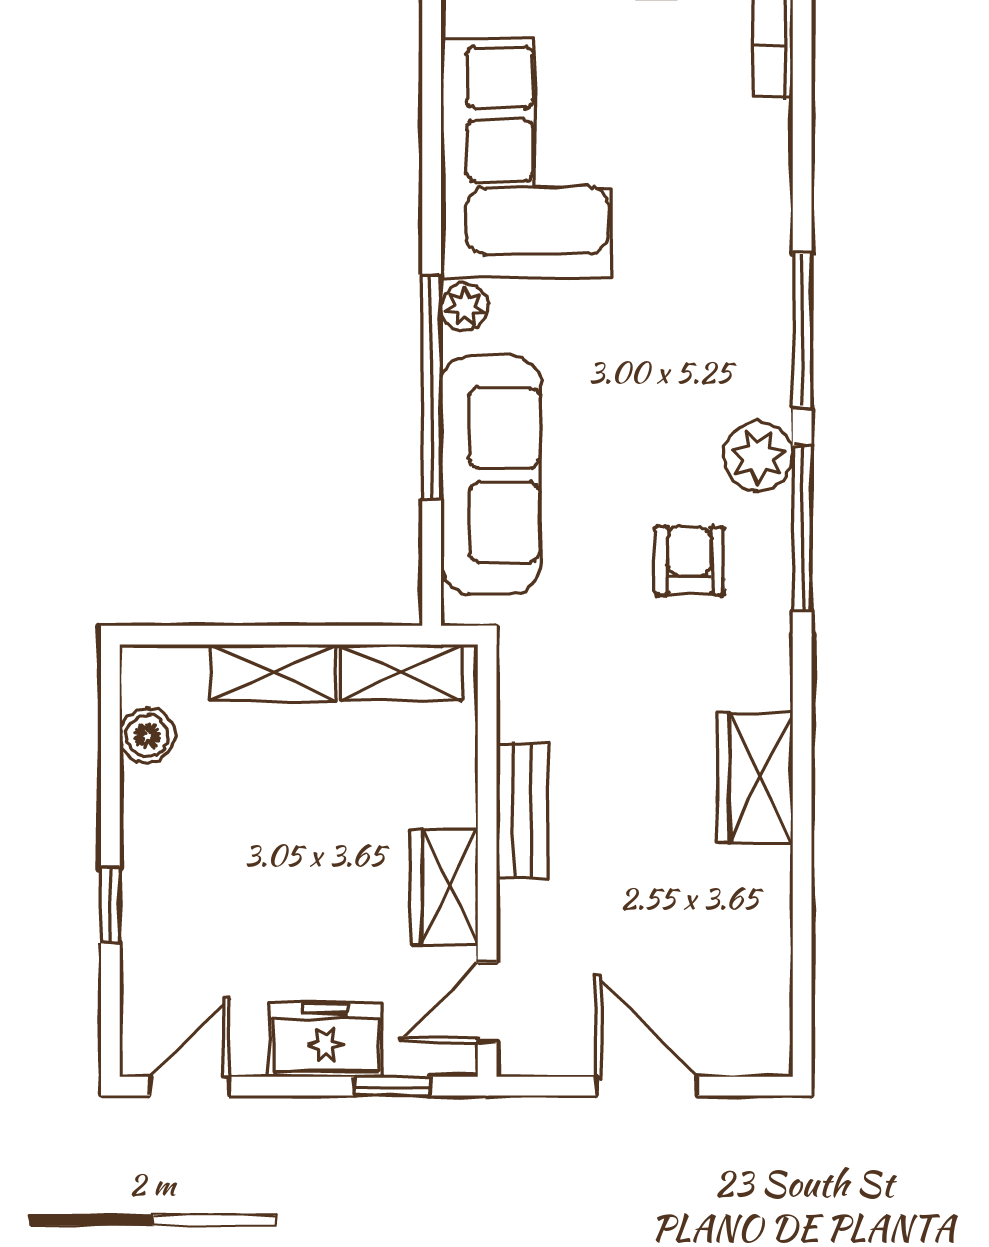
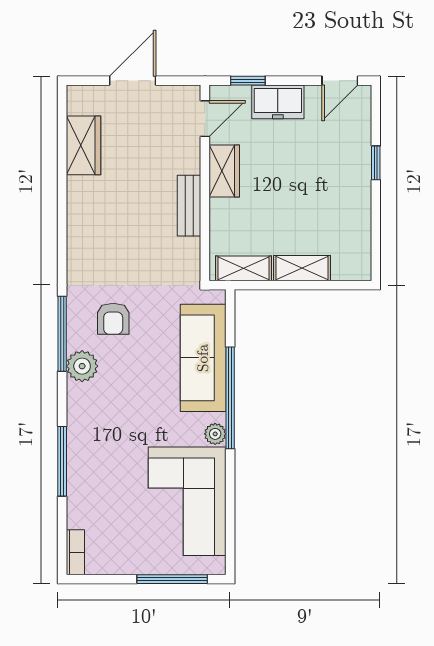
window: (802, 330) -> (62, 461), moved
boiler: (147, 736) -> (359, 239), removed
wardrobe: (755, 778) -> (83, 145), moved
door: (647, 1086) -> (133, 81), swing flipped

